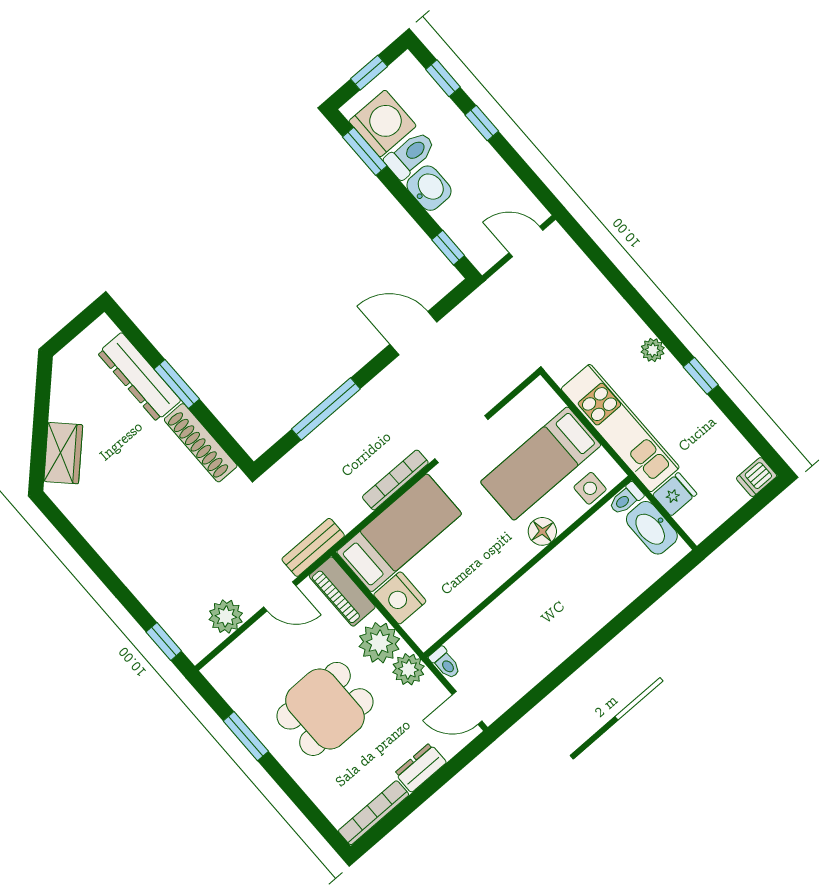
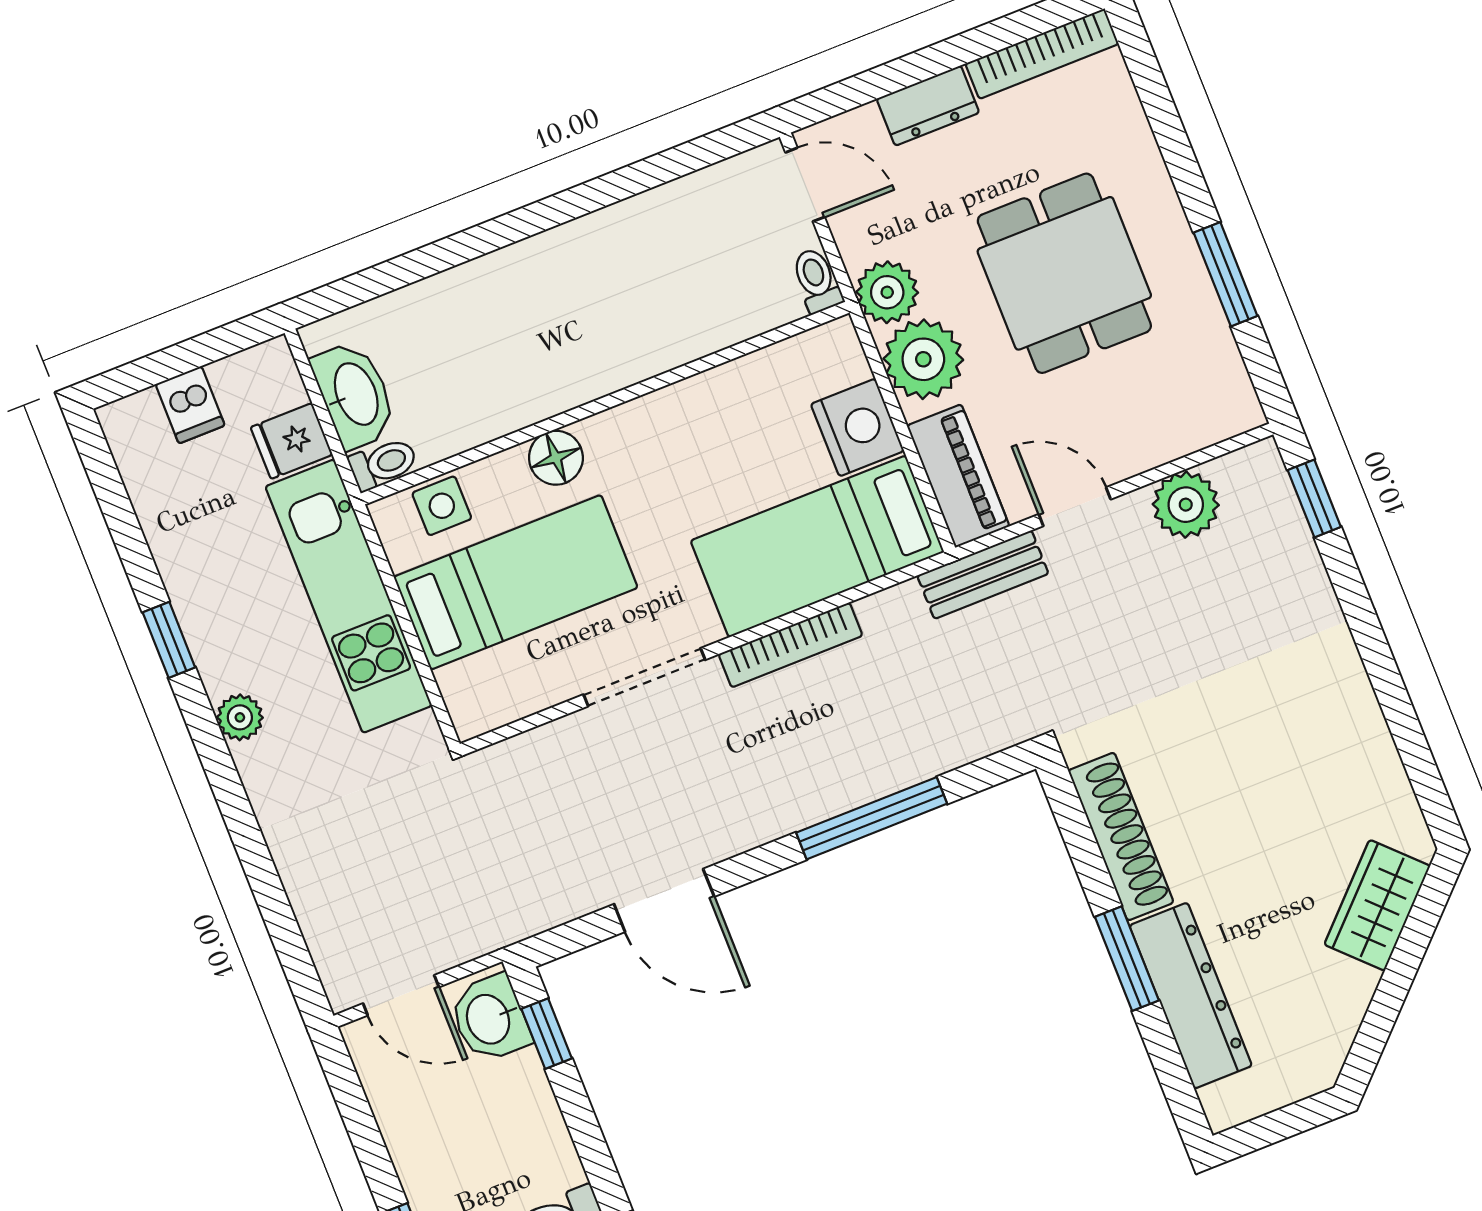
washbasin: (429, 188) -> (490, 1019), moved
dishwasher: (757, 477) -> (190, 405), moved, turned 90
dining table: (325, 709) -> (1064, 273), turned 90

